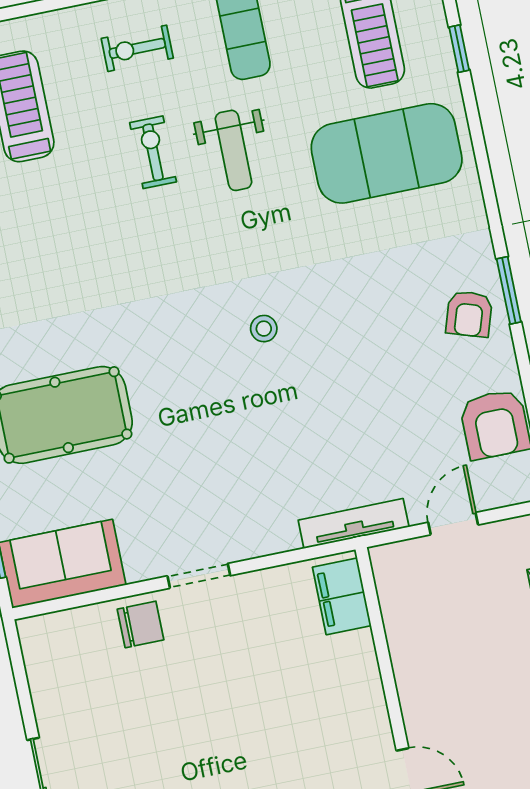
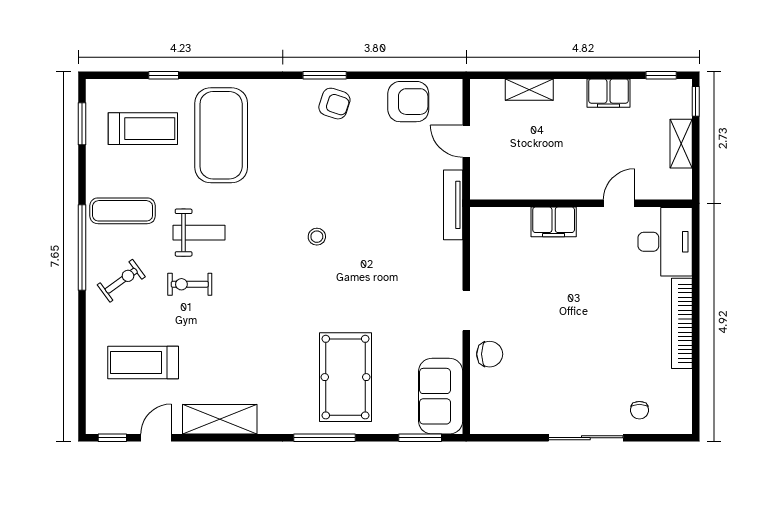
exercise bike: (137, 48) -> (121, 281), turned -126
filing cabinet: (342, 596) -> (554, 222), moved
chair: (141, 624) -> (490, 354), turned 90

